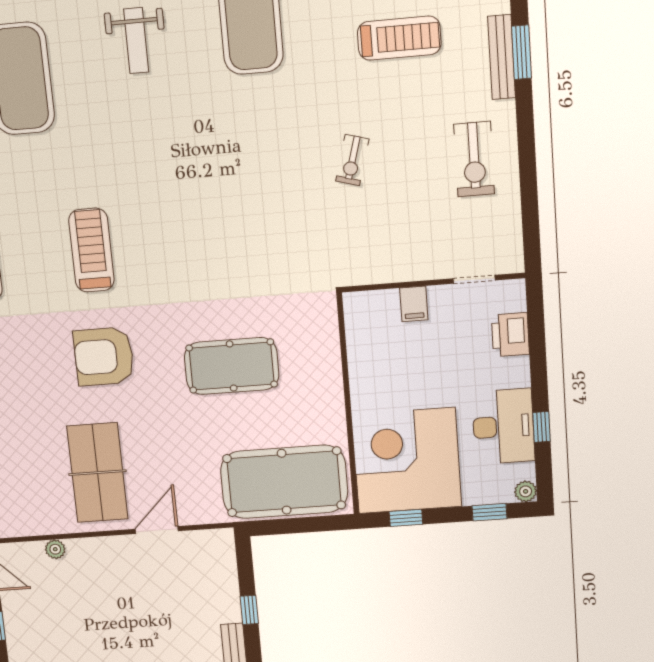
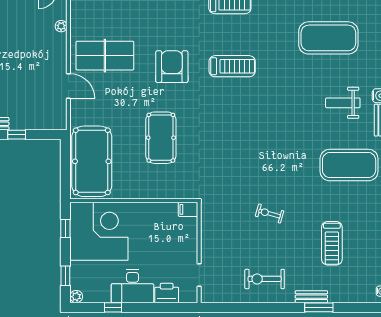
bench: (502, 57) -> (311, 297), width x0.73
filing cabinet: (414, 304) -> (188, 209), moved
desk: (503, 426) -> (133, 286), moved

